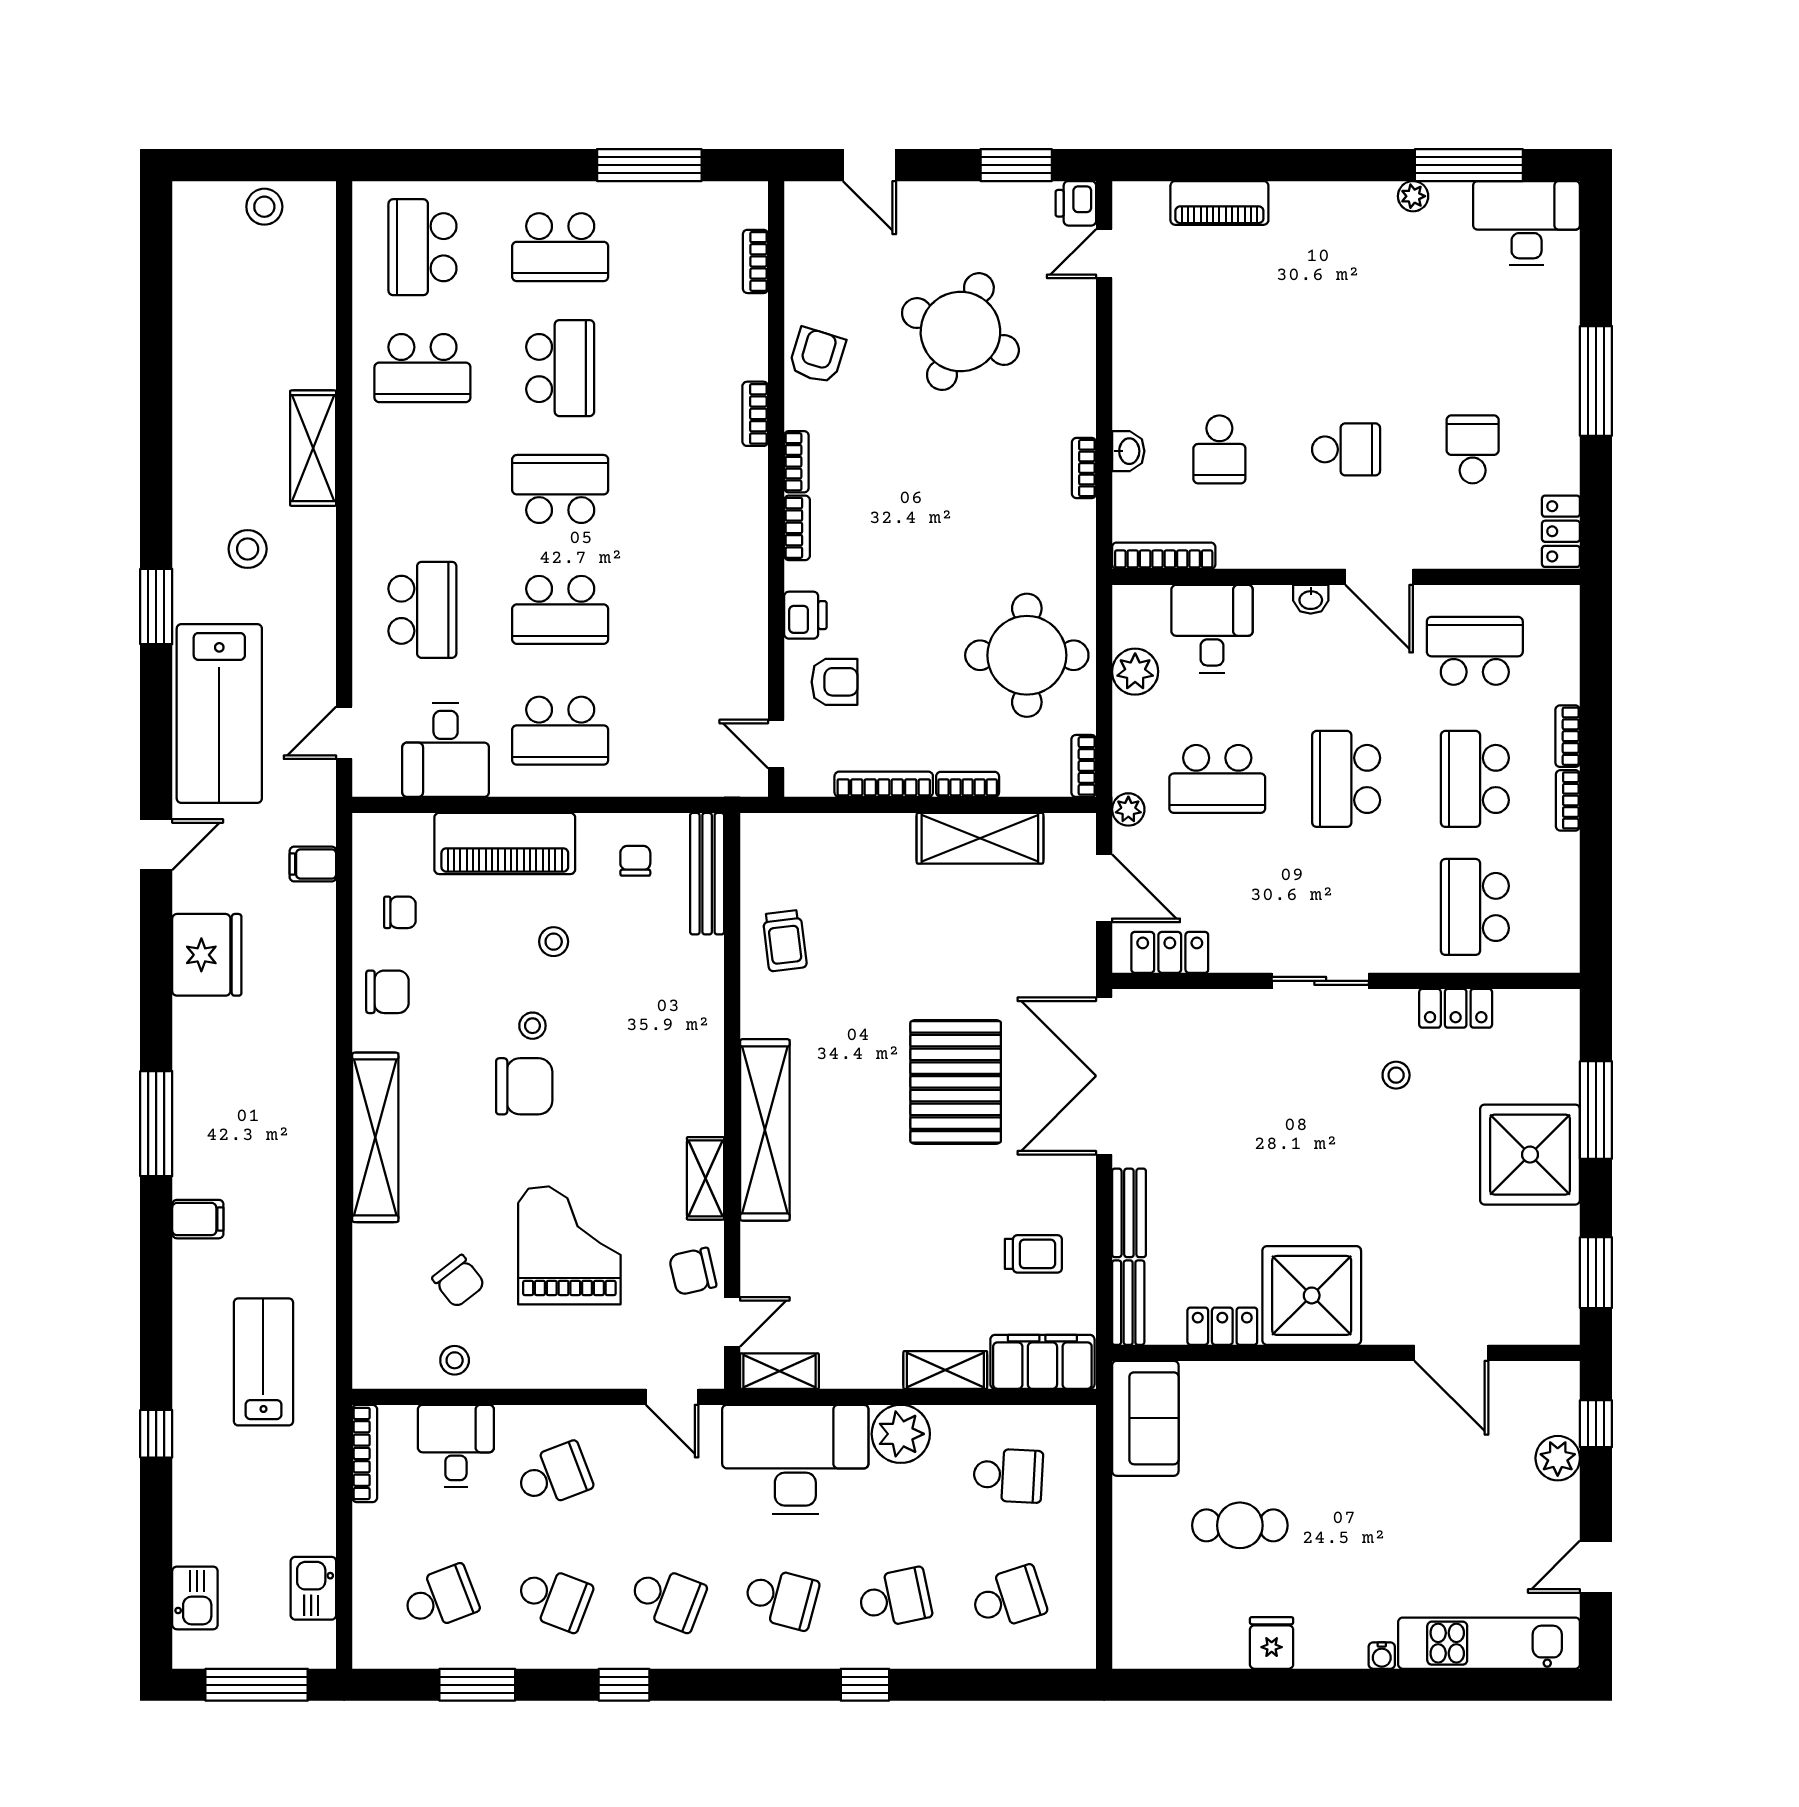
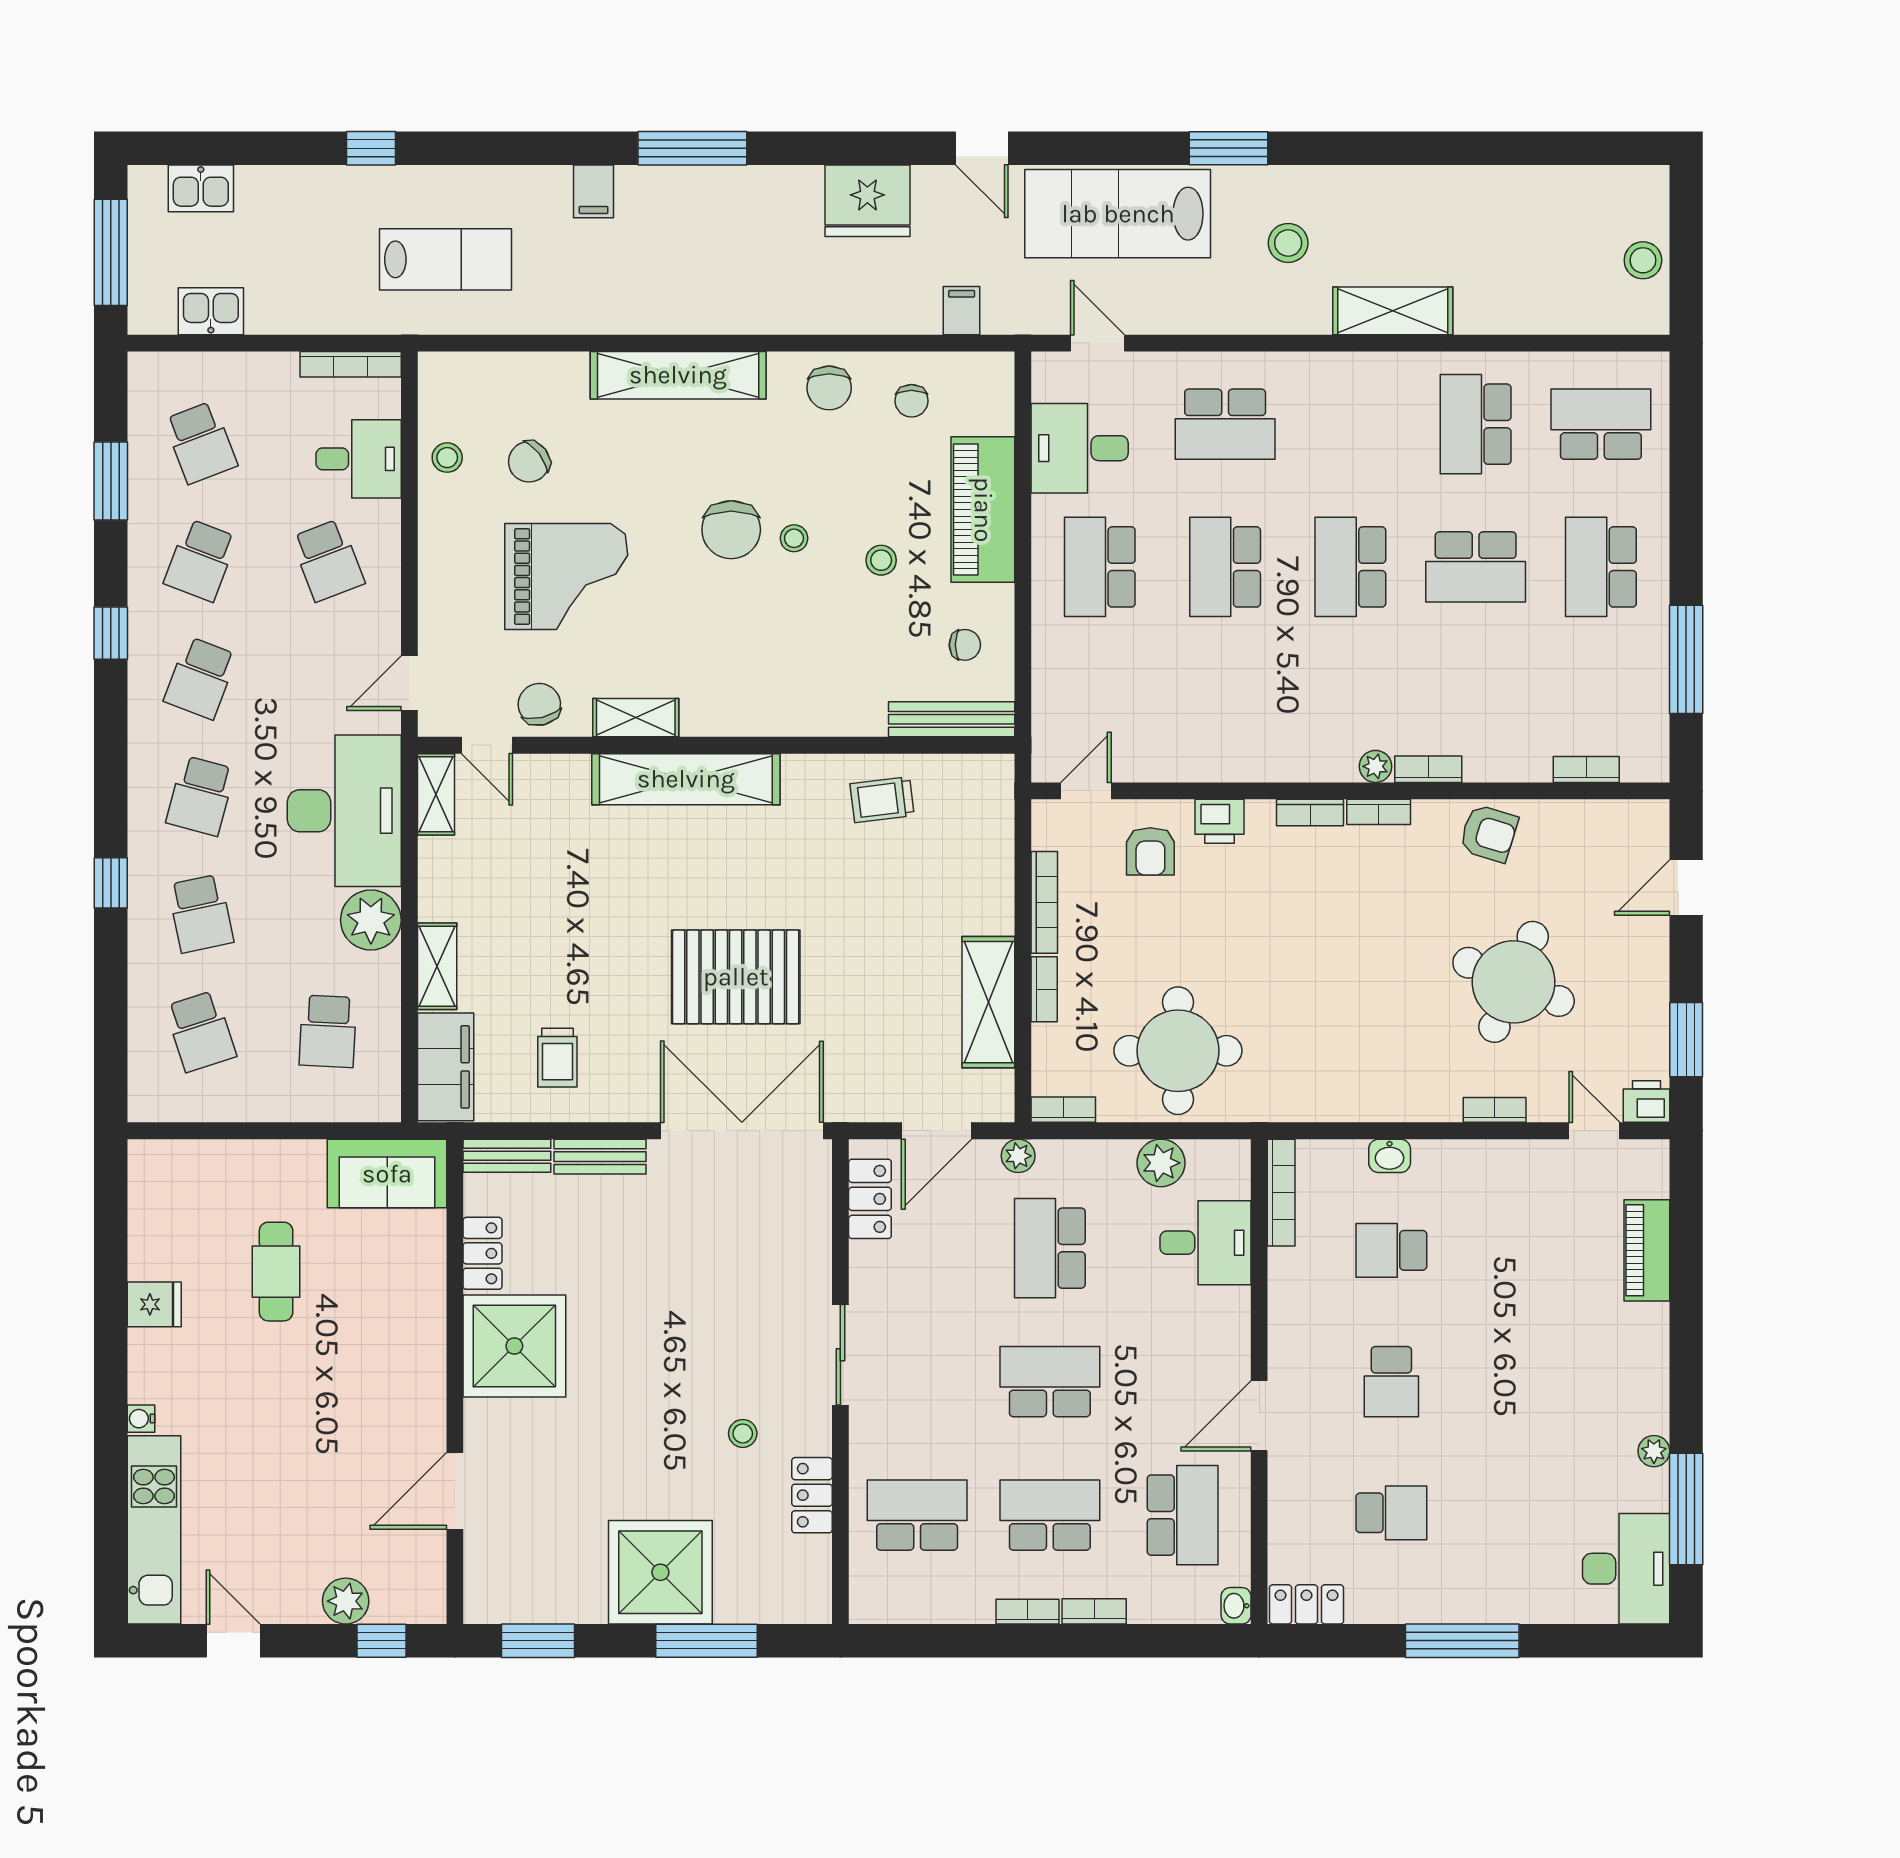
plant: (753, 465) -> (1375, 766), added
bookcase: (1084, 468) -> (1495, 1110), moved
school desk: (560, 489) -> (1350, 567), turned 180
washbasin: (1311, 599) -> (1236, 1606), moved

